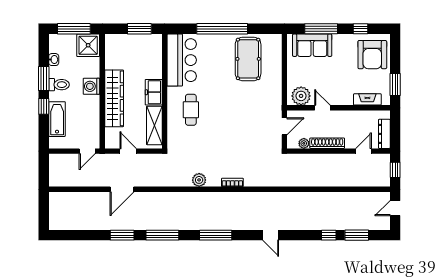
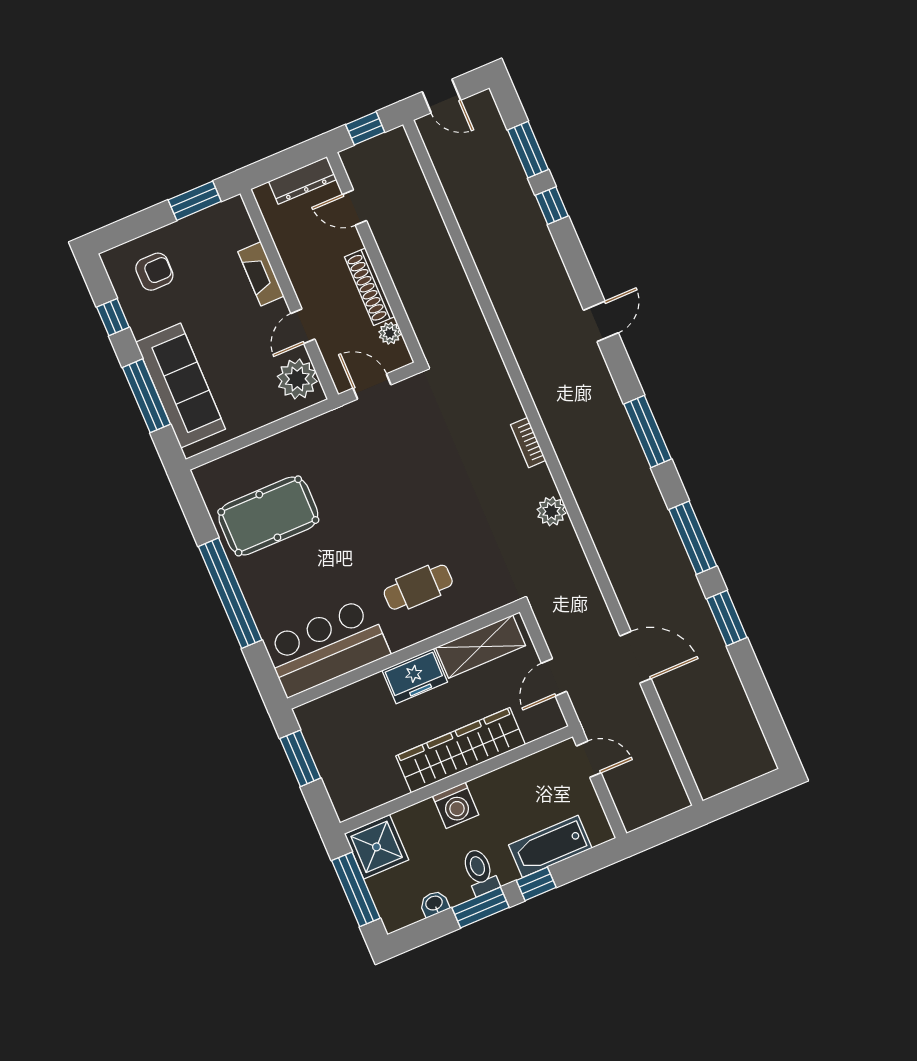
sofa: (312, 45) -> (181, 386), width x1.36
armchair: (372, 55) -> (154, 272), width x0.53, depth x0.53
fireplace: (367, 99) -> (261, 274), moved

